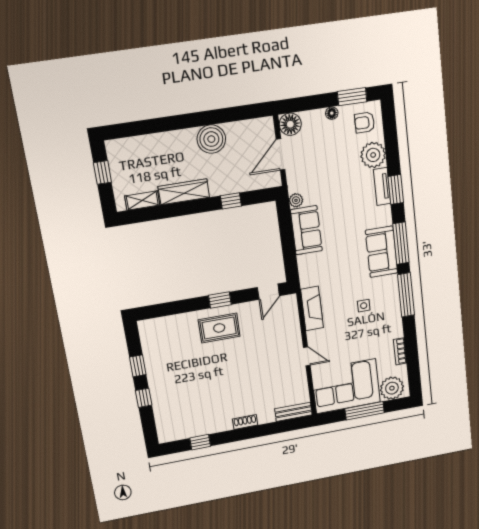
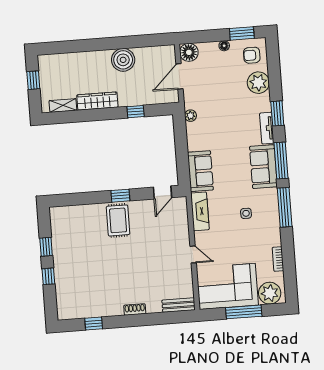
tv unit: (382, 186) -> (267, 128), moved
sofa: (306, 230) -> (200, 171), moved
rug: (219, 328) -> (118, 220), turned 90

